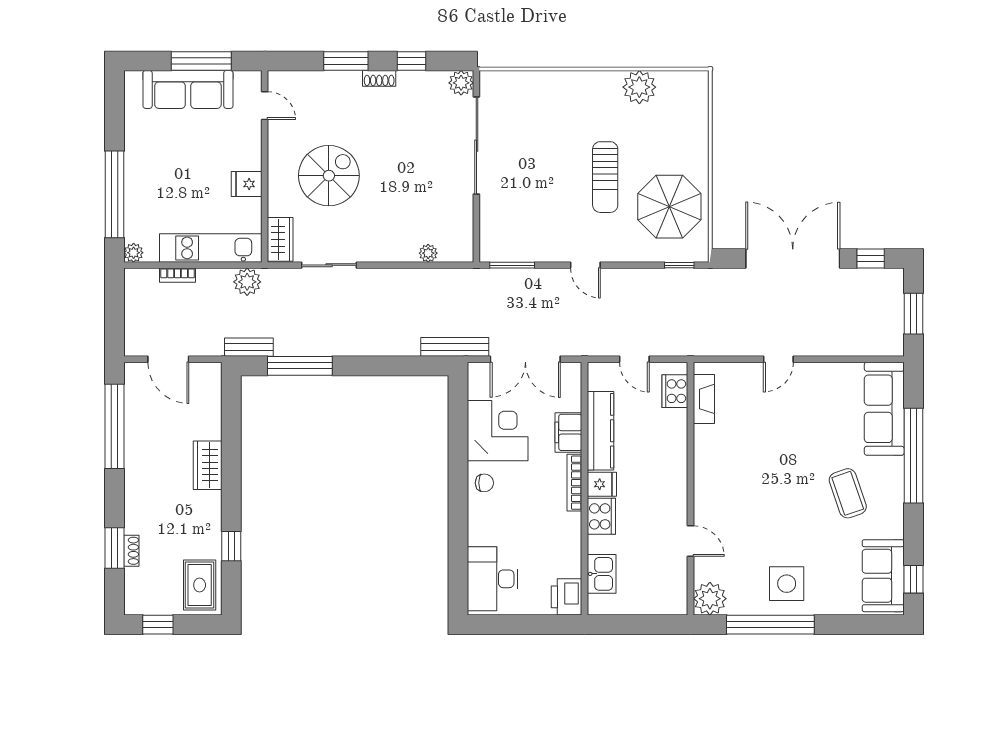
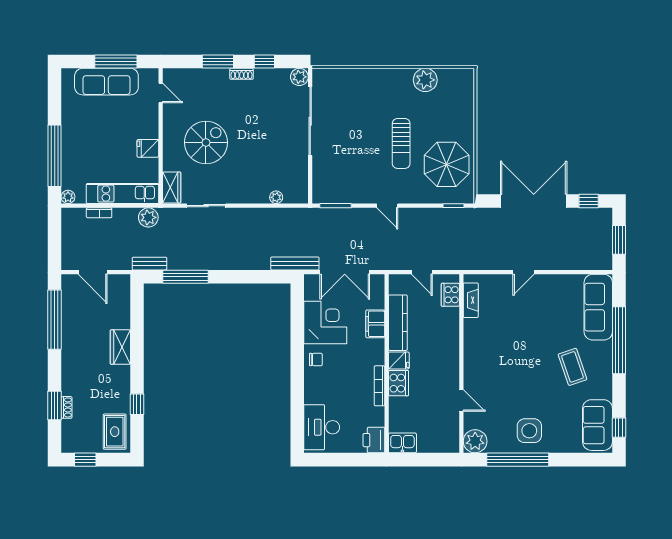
bookcase: (574, 483) -> (379, 386), moved
kitchen sink: (602, 574) -> (402, 443), moved, turned -90

